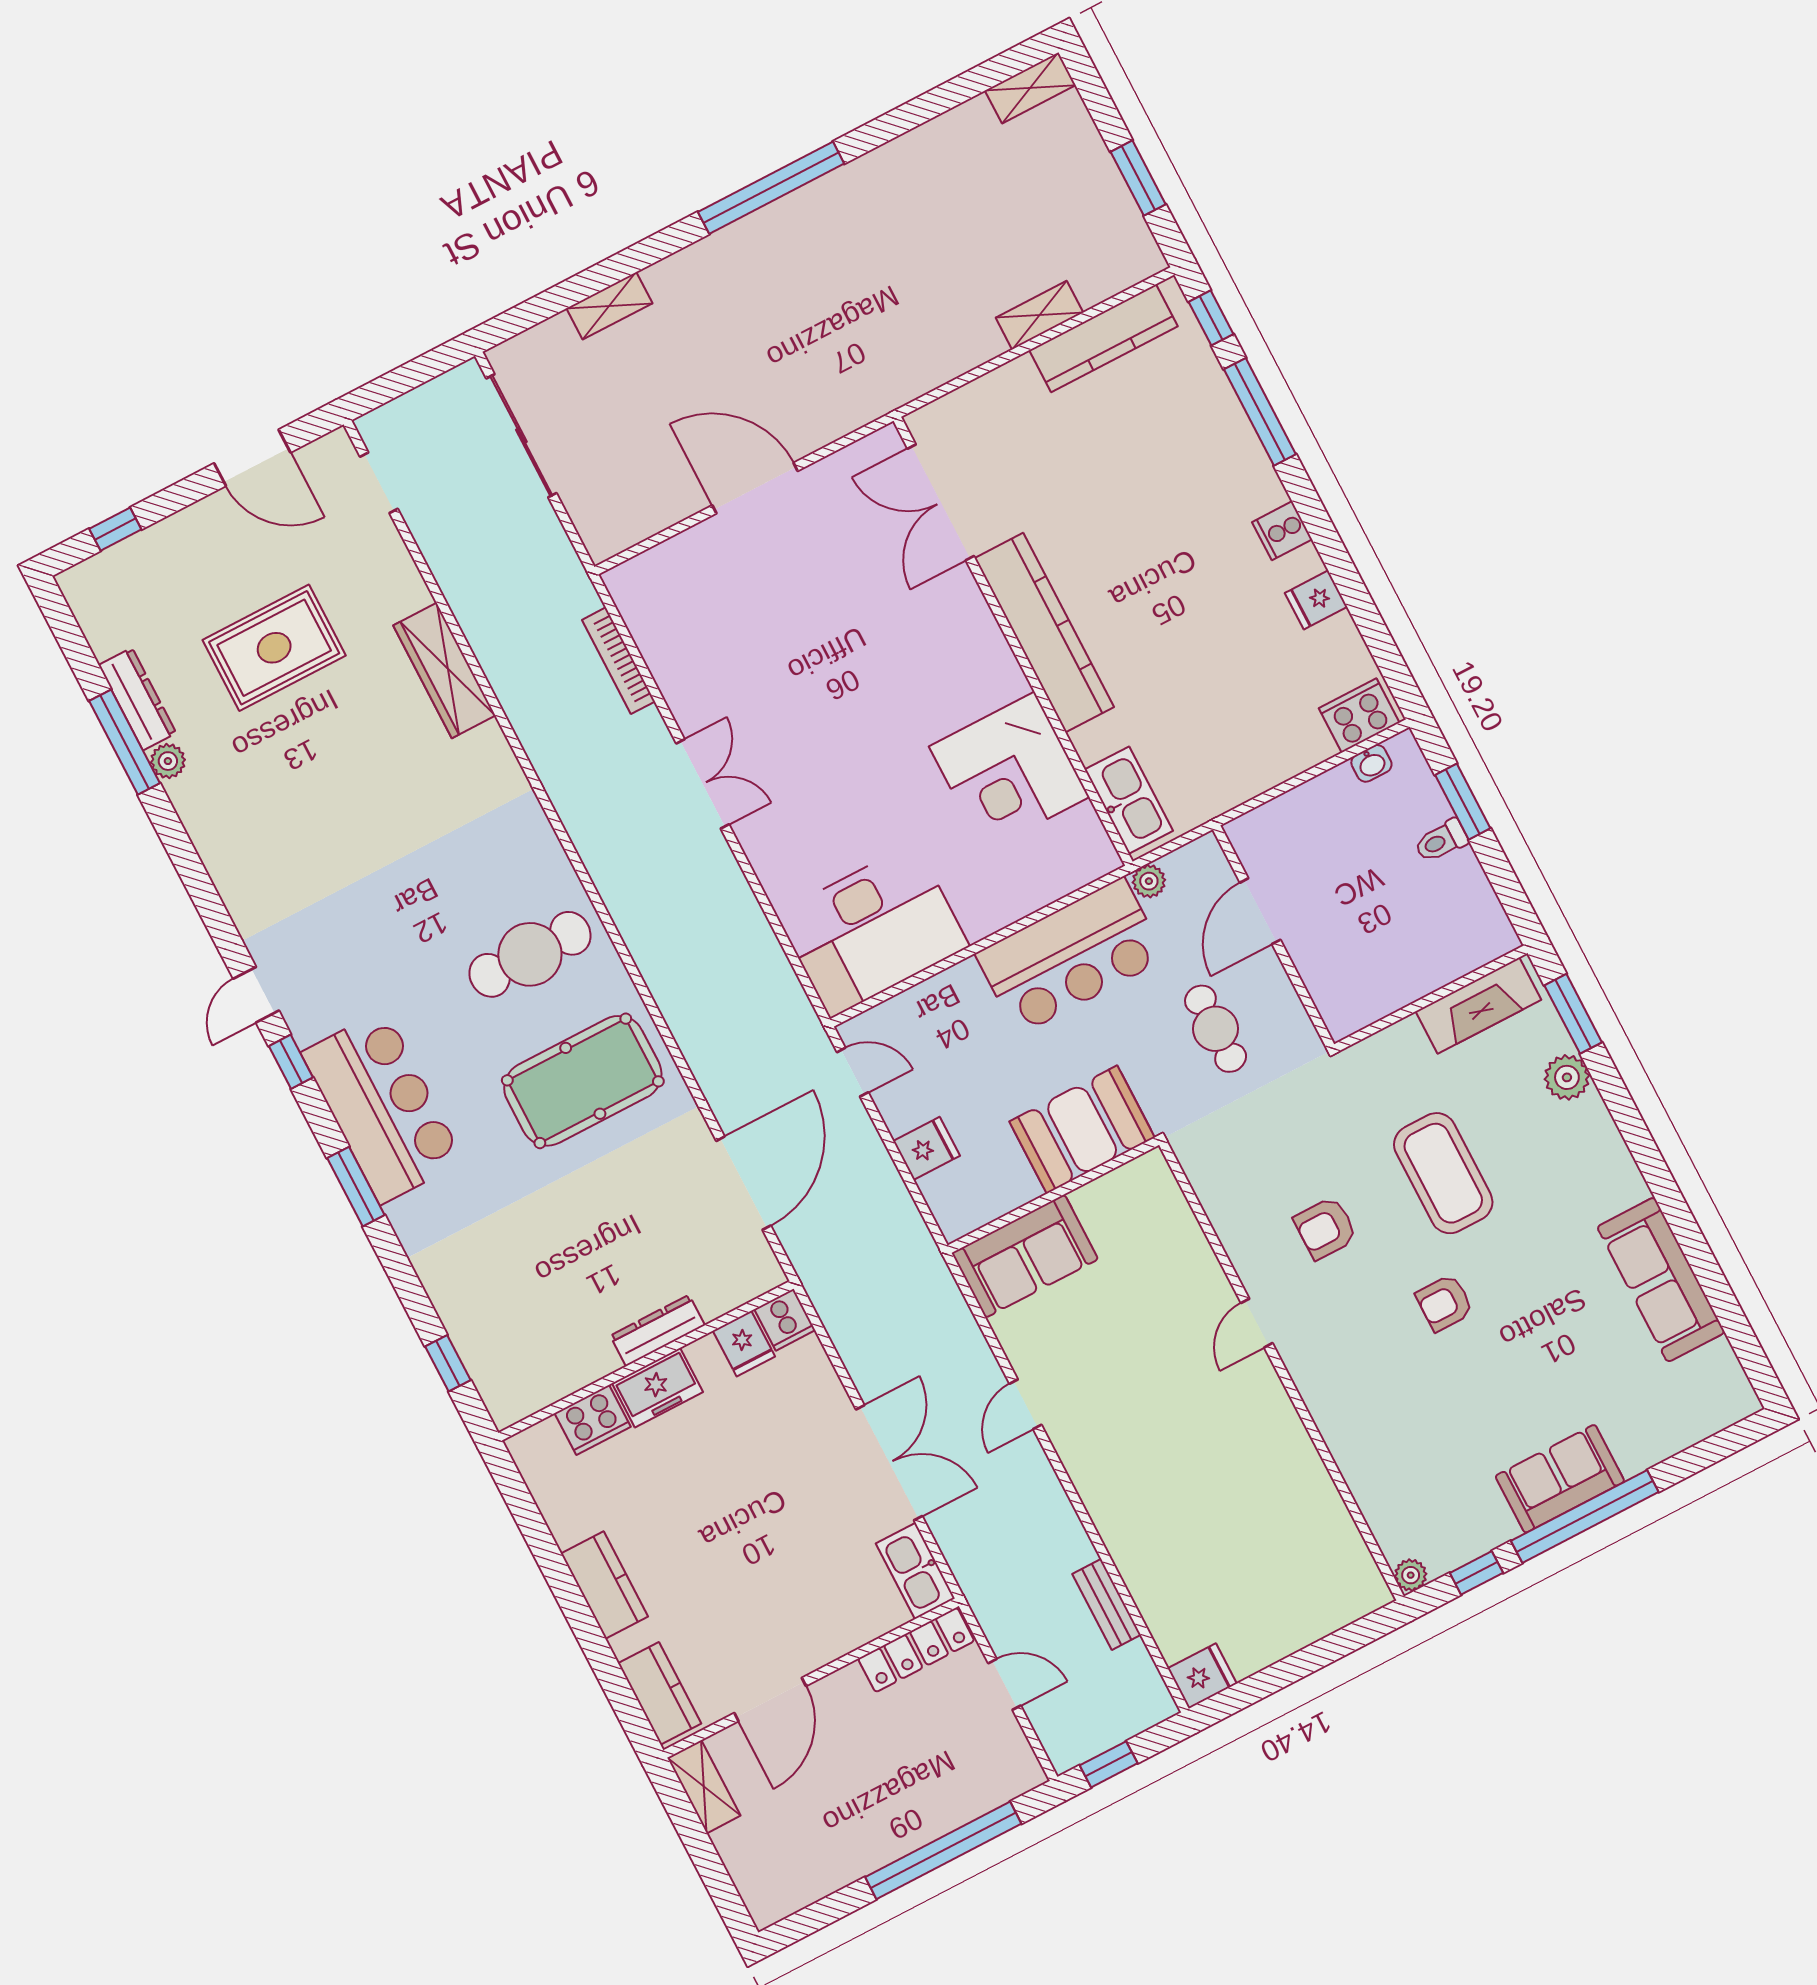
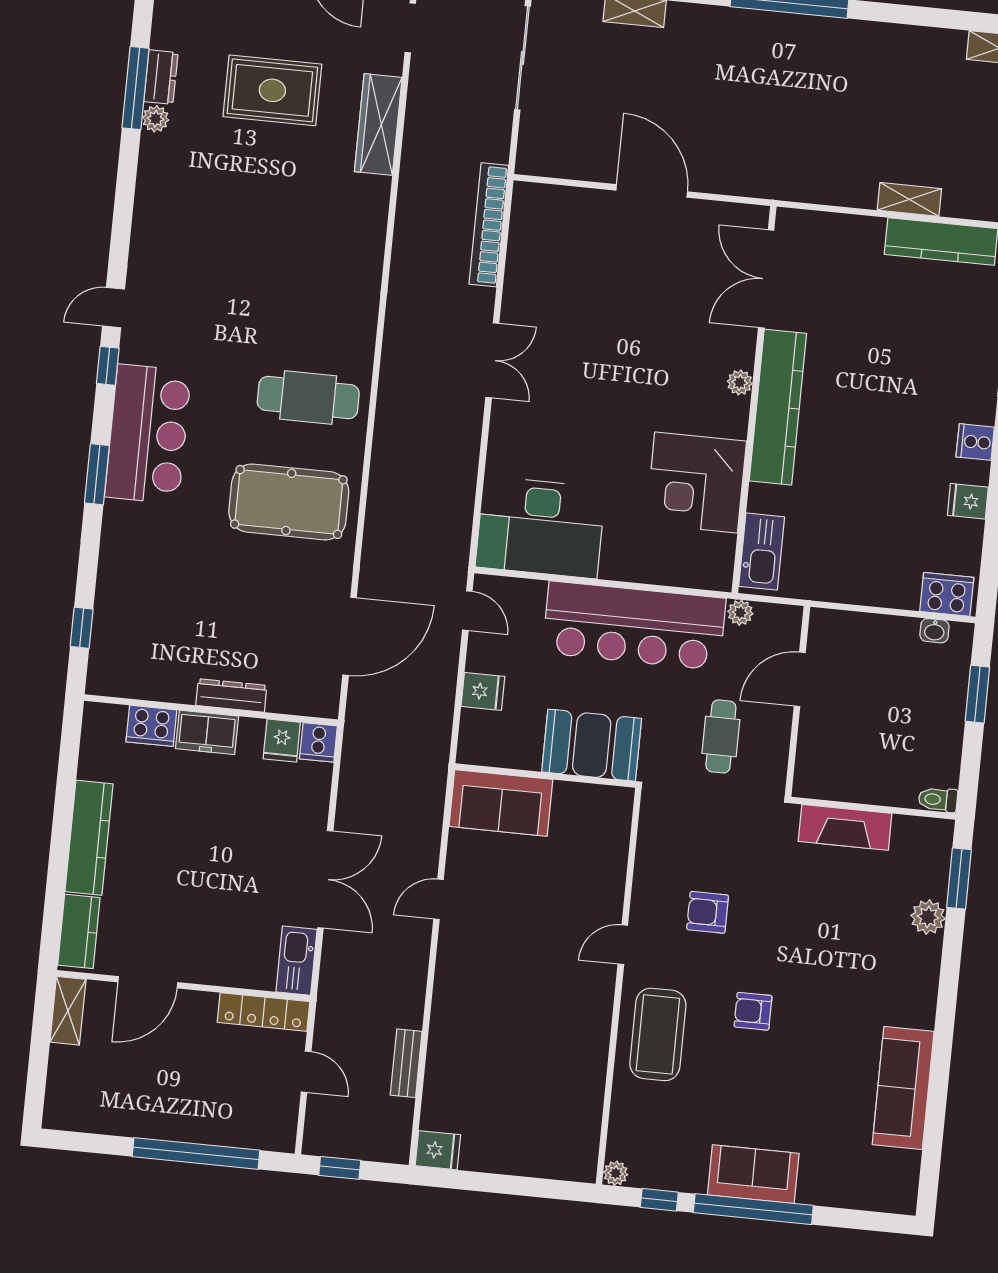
plant: (986, 633) -> (740, 382), added
bookcase: (618, 661) -> (489, 225), width x1.48, depth x1.31
wardrobe: (444, 670) -> (378, 124), moved
dresser: (137, 699) -> (161, 77), width x0.70
toilet: (1441, 841) -> (938, 800), moved
bar counter: (1071, 956) -> (634, 626), width x1.36
fireplace: (1478, 1006) -> (845, 827), moved
coffee table: (1443, 1173) -> (658, 1034), moved
kitchen counter: (604, 1585) -> (89, 838), width x1.50

